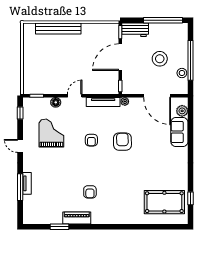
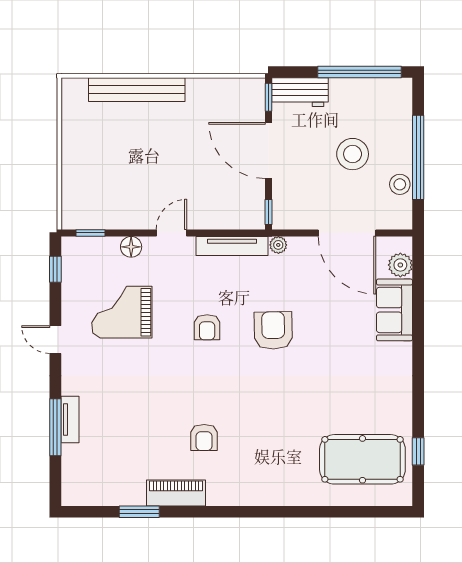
door: (120, 57) -> (268, 151), hinge flipped
grand piano: (51, 133) -> (122, 312), turned -90

